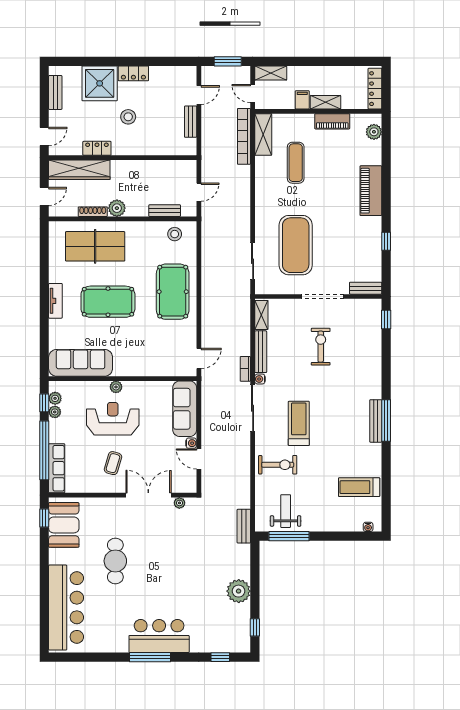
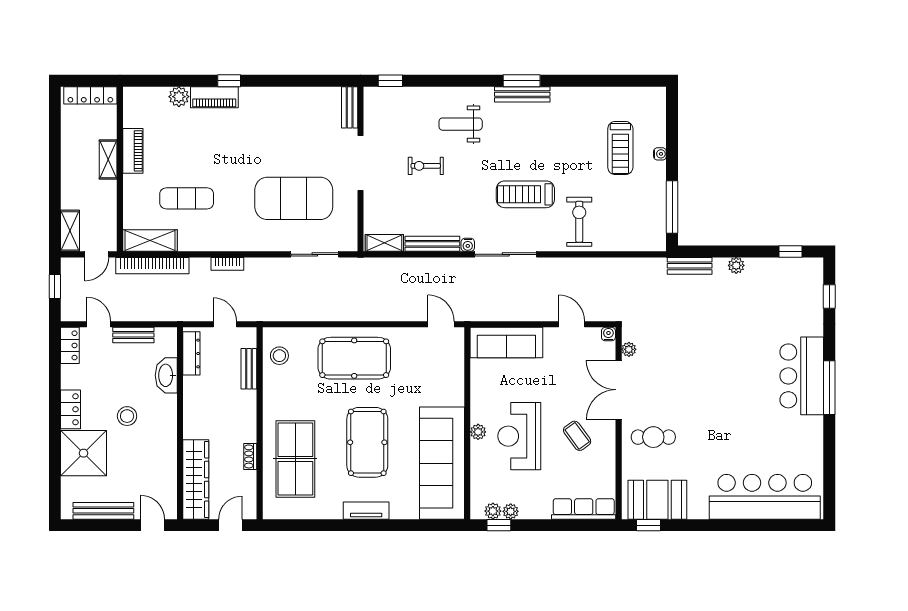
window: (228, 61) -> (55, 287), width x0.67
bench: (55, 92) -> (103, 511), width x1.36
filing cabinet: (302, 100) -> (105, 190), removed
plant: (374, 132) -> (179, 97), moved
washbasin: (159, 147) -> (166, 375), added
locker: (97, 148) -> (70, 345), moved, turned 180
dresser: (176, 166) -> (191, 353), added
piano: (371, 191) -> (214, 97), width x0.73, depth x0.75
door: (44, 196) -> (230, 525), hinge flipped
plant: (117, 208) -> (246, 431), removed
shoe rack: (93, 212) -> (250, 456), width x0.70
window: (386, 241) -> (229, 81), moved
exercise bike: (321, 347) -> (426, 166), width x0.73, depth x0.72
sofa: (81, 363) -> (442, 463), width x1.36, depth x1.27
bookcase: (245, 369) -> (227, 264), moved
window: (386, 420) -> (522, 81), width x0.69
water cooler: (191, 443) -> (608, 334), moved
window: (44, 450) -> (561, 525), removed
door: (199, 459) -> (572, 324), swing flipped
coffee table: (113, 463) -> (577, 436), turned 37
treadmill: (359, 487) -> (620, 148), moved
weight bench: (286, 511) -> (461, 124), moved
bench: (244, 526) -> (690, 266), moved
water cooler: (368, 527) -> (660, 154), moved
cafe table: (115, 561) -> (653, 437), moved, width x0.73, depth x0.74
plant: (239, 591) -> (736, 265), width x0.53, depth x0.53

